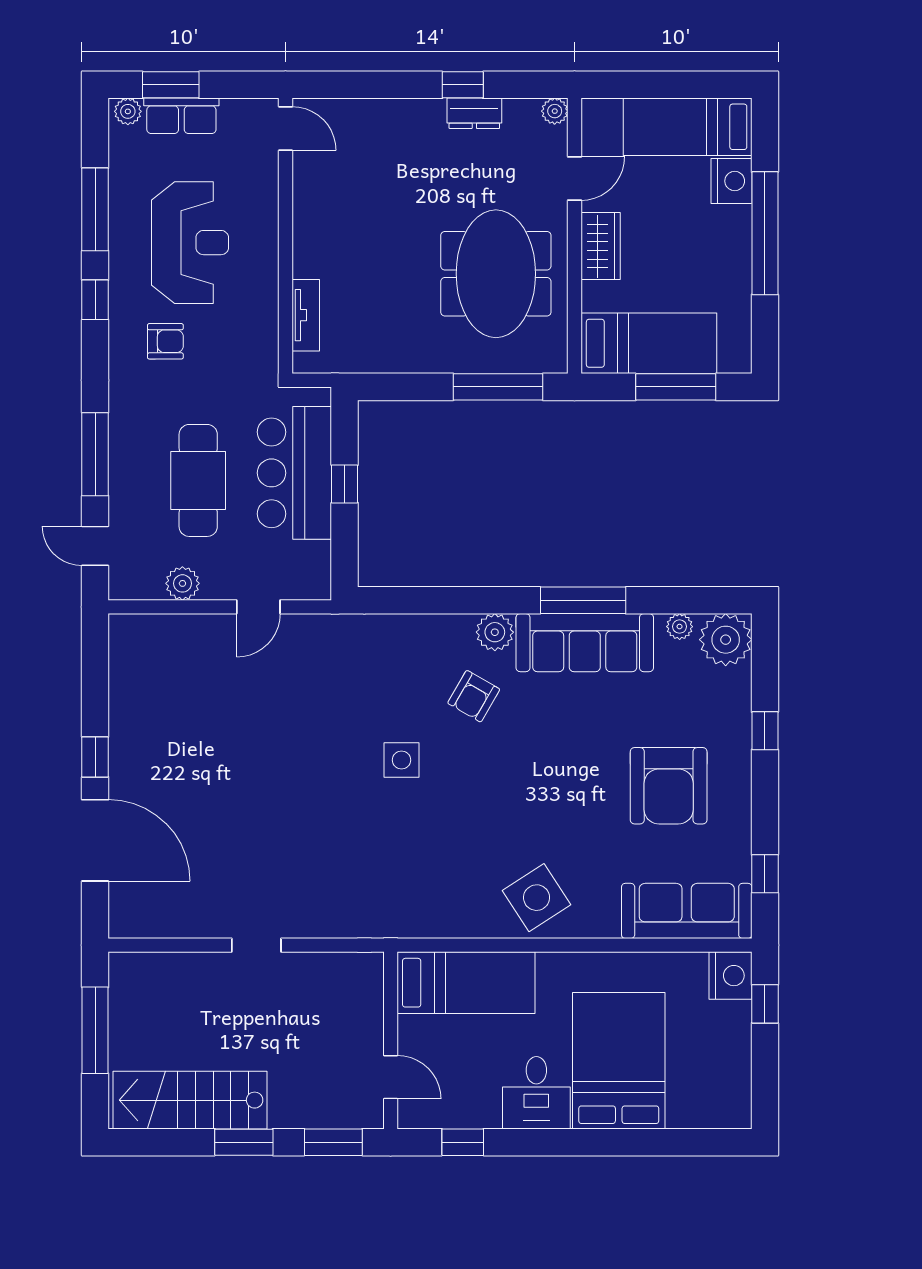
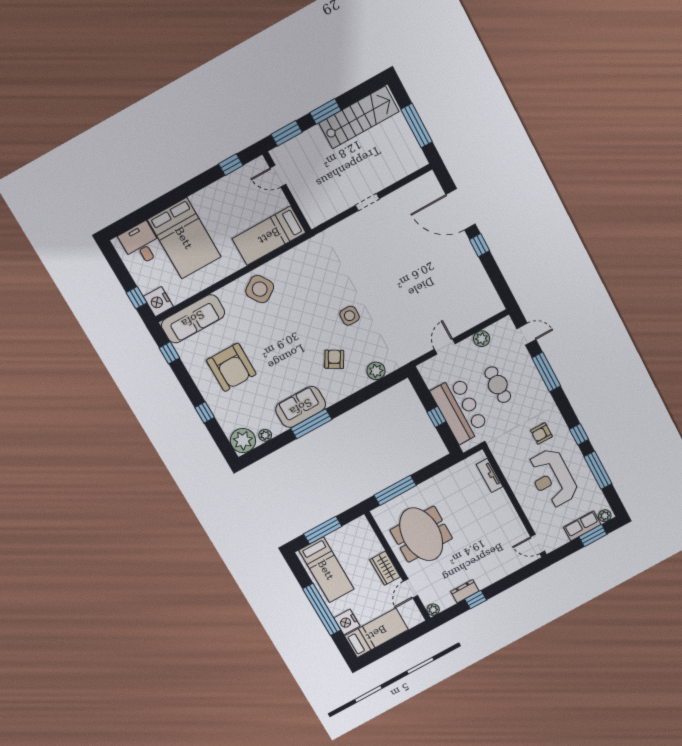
bed: (649, 343) -> (326, 570), moved, turned -90
cafe table: (198, 480) -> (498, 385), width x0.73, depth x0.74
plant: (495, 632) -> (376, 371), moved
sofa: (585, 643) -> (301, 407), width x0.73
armchair: (669, 786) -> (231, 367), turned 180
desk: (536, 1093) -> (141, 244), moved

